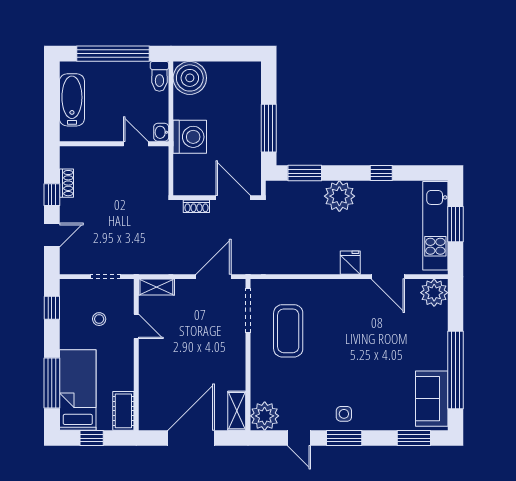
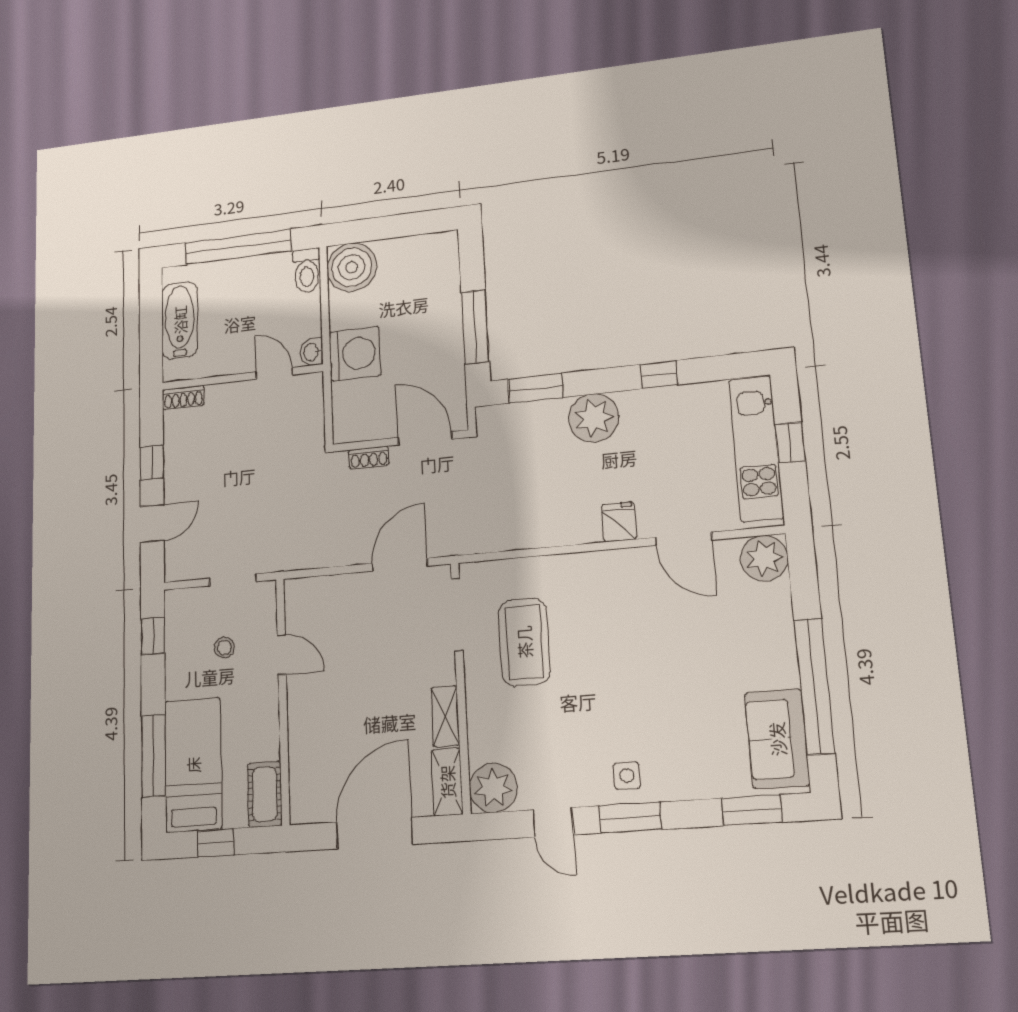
shoe rack: (67, 183) -> (183, 397), moved, turned 90
window: (456, 224) -> (790, 442), width x0.67
shelving: (156, 287) -> (445, 716), moved, turned 90

